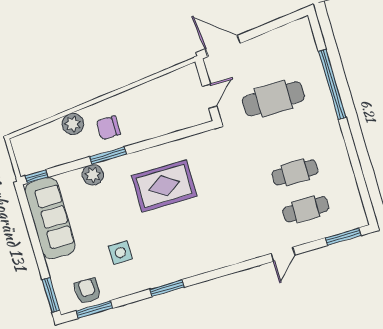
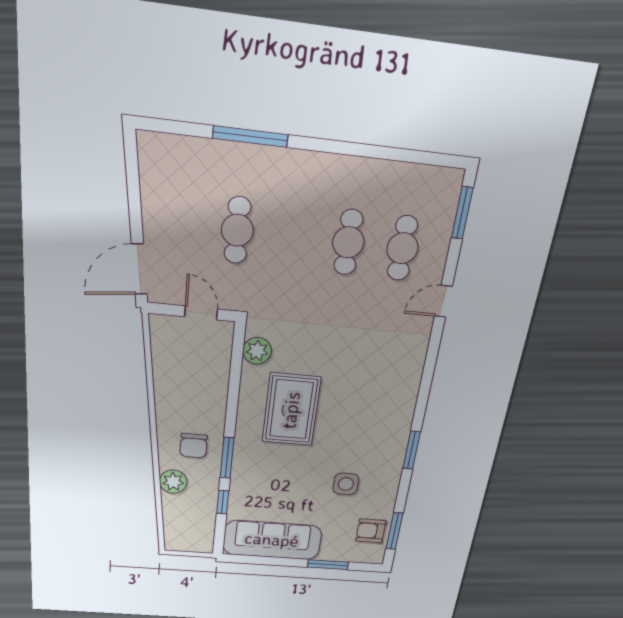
window: (332, 84) -> (250, 136), width x0.68
cafe table: (273, 99) -> (237, 230), width x0.73, depth x0.74
plant: (93, 175) -> (257, 351), moved
window: (36, 177) -> (223, 502), moved
door: (283, 254) -> (443, 301), swing flipped
window: (51, 295) -> (328, 565), moved

